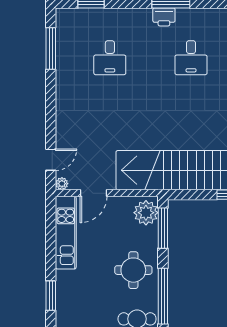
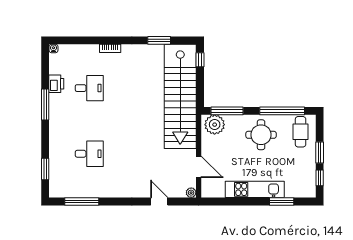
printer: (164, 17) -> (56, 84), moved
door: (51, 160) -> (159, 202), moved
kitchen unit: (66, 233) -> (255, 189), moved

